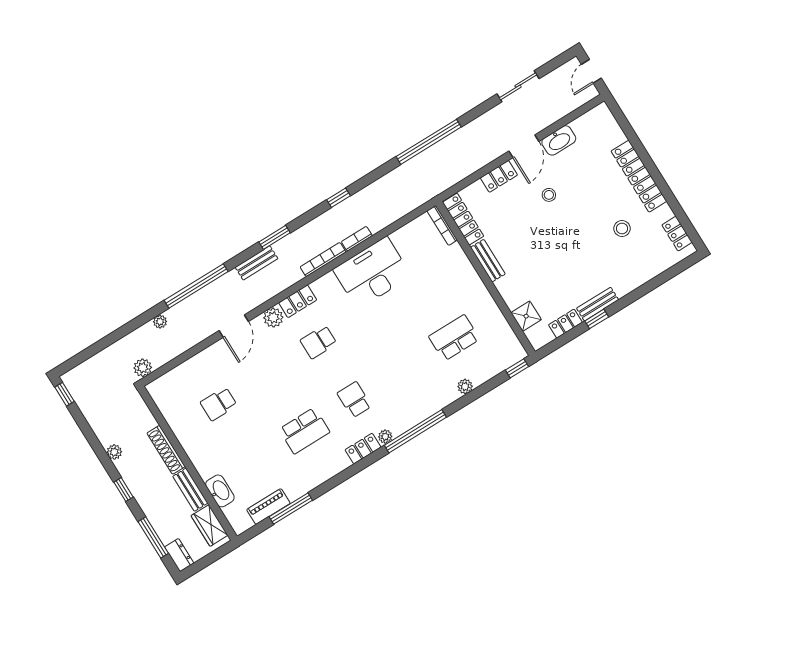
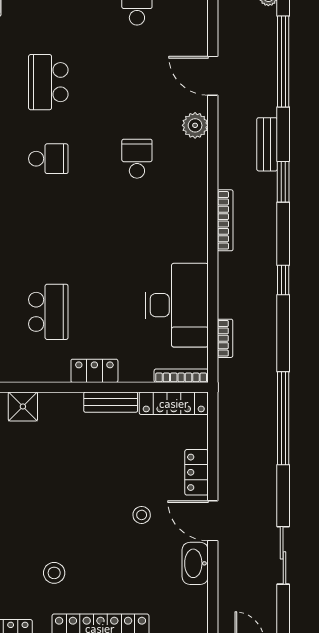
bookcase: (357, 239) -> (225, 338), moved
desk: (372, 273) -> (177, 305), moved
locker: (298, 301) -> (94, 371), moved, turned 90

